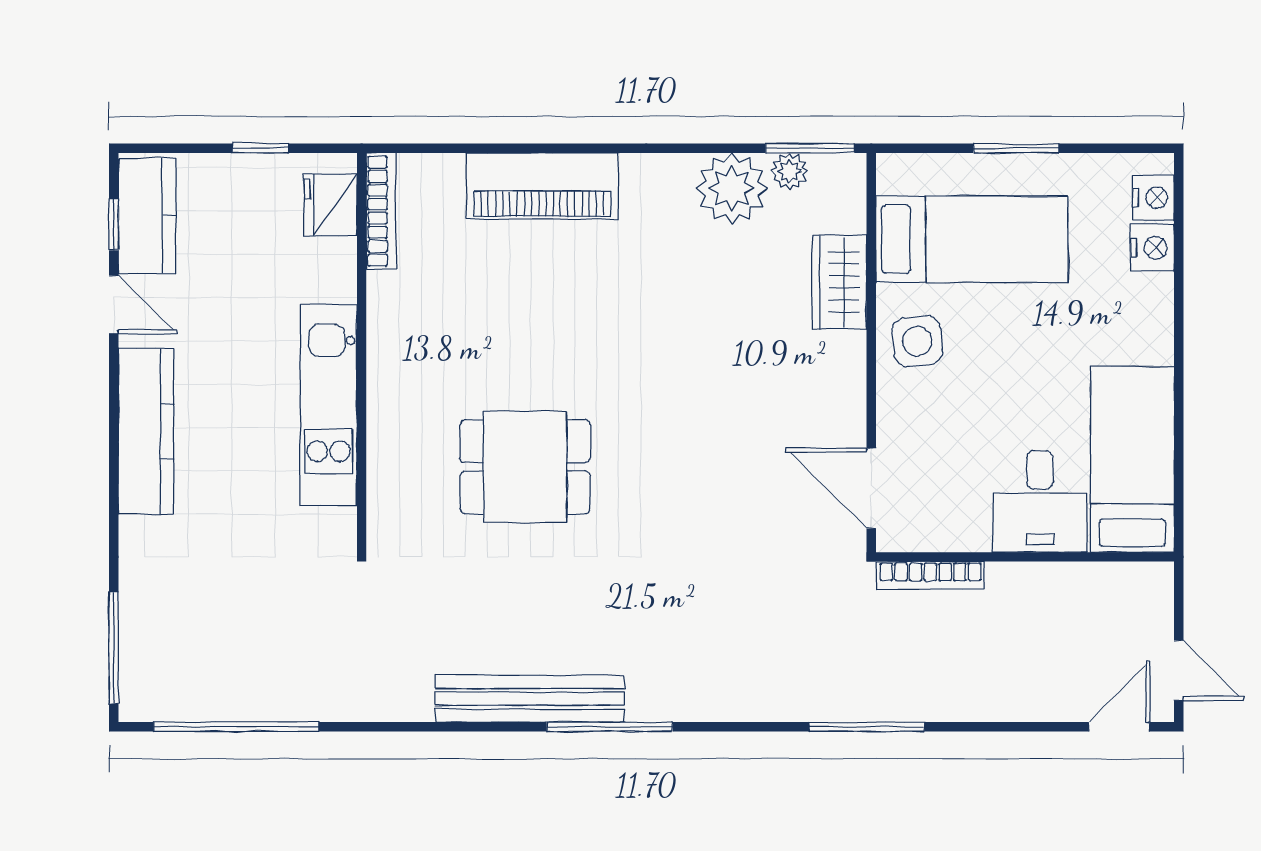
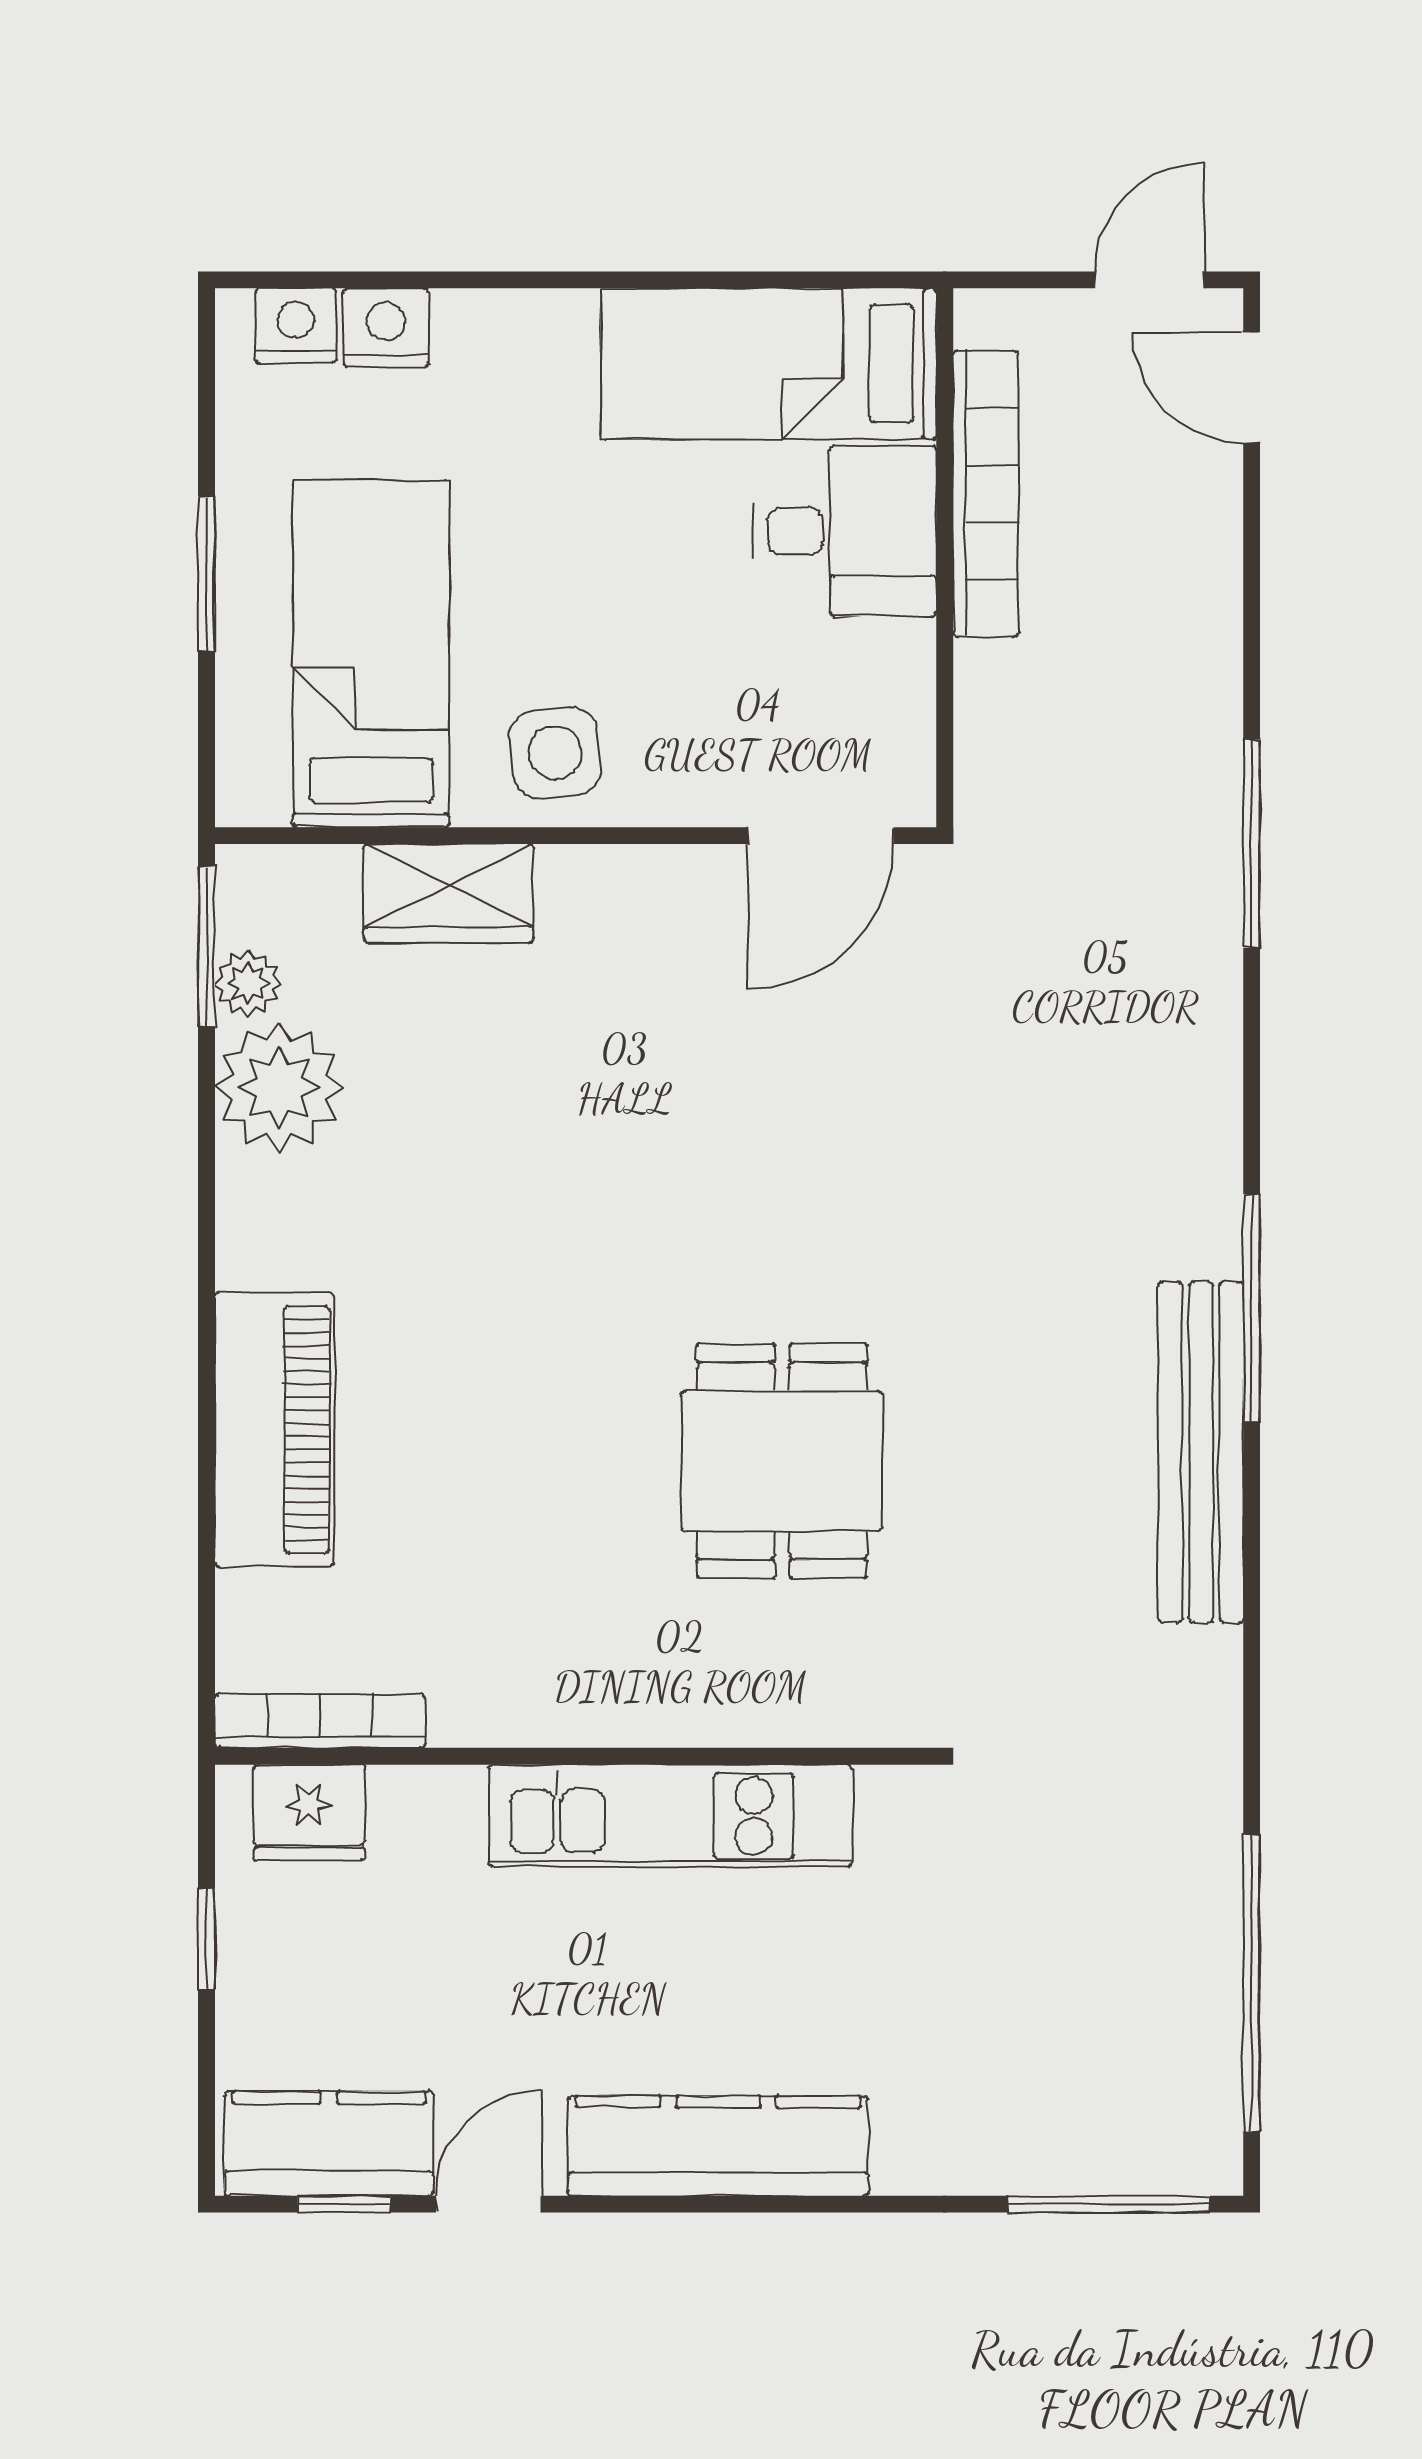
bookcase: (930, 575) -> (986, 494), moved, width x1.48, depth x1.31

